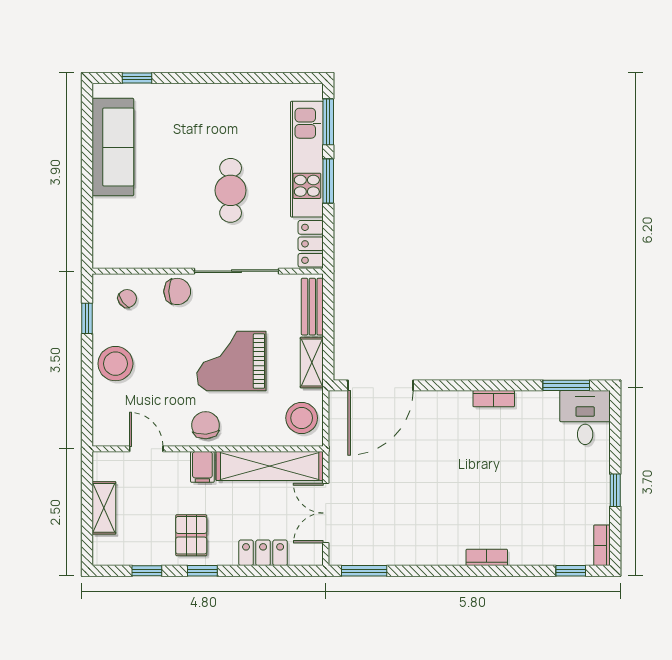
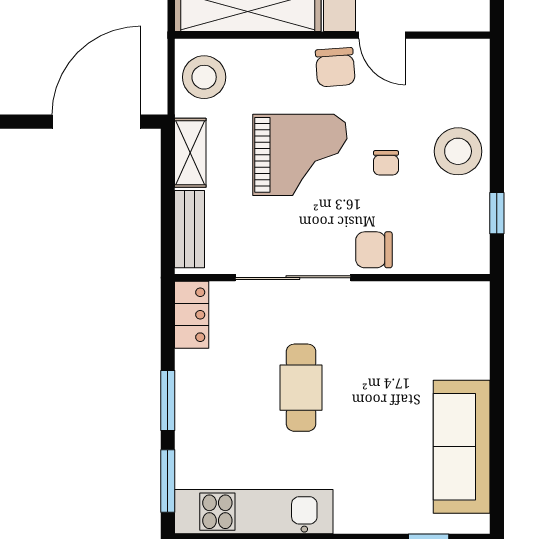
kitchen unit: (307, 159) -> (254, 512), moved, turned -90
chair: (127, 299) -> (386, 163), moved, turned -53
door: (146, 449) -> (382, 35), moved

